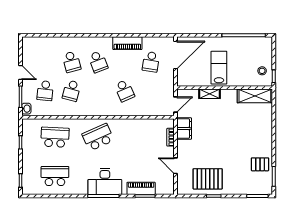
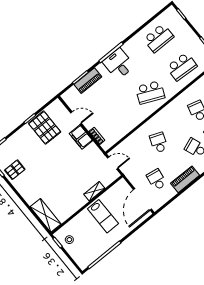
school desk: (124, 91) -> (159, 143), turned 45
shelving: (255, 96) -> (46, 215), moved, turned 90
door: (176, 104) -> (113, 163), swing flipped
filing cabinet: (184, 128) -> (81, 137), moved
school desk: (98, 137) -> (150, 92), turned 48
pallet: (208, 179) -> (45, 128), turned 90
desk: (105, 181) -> (119, 64), width x0.73

